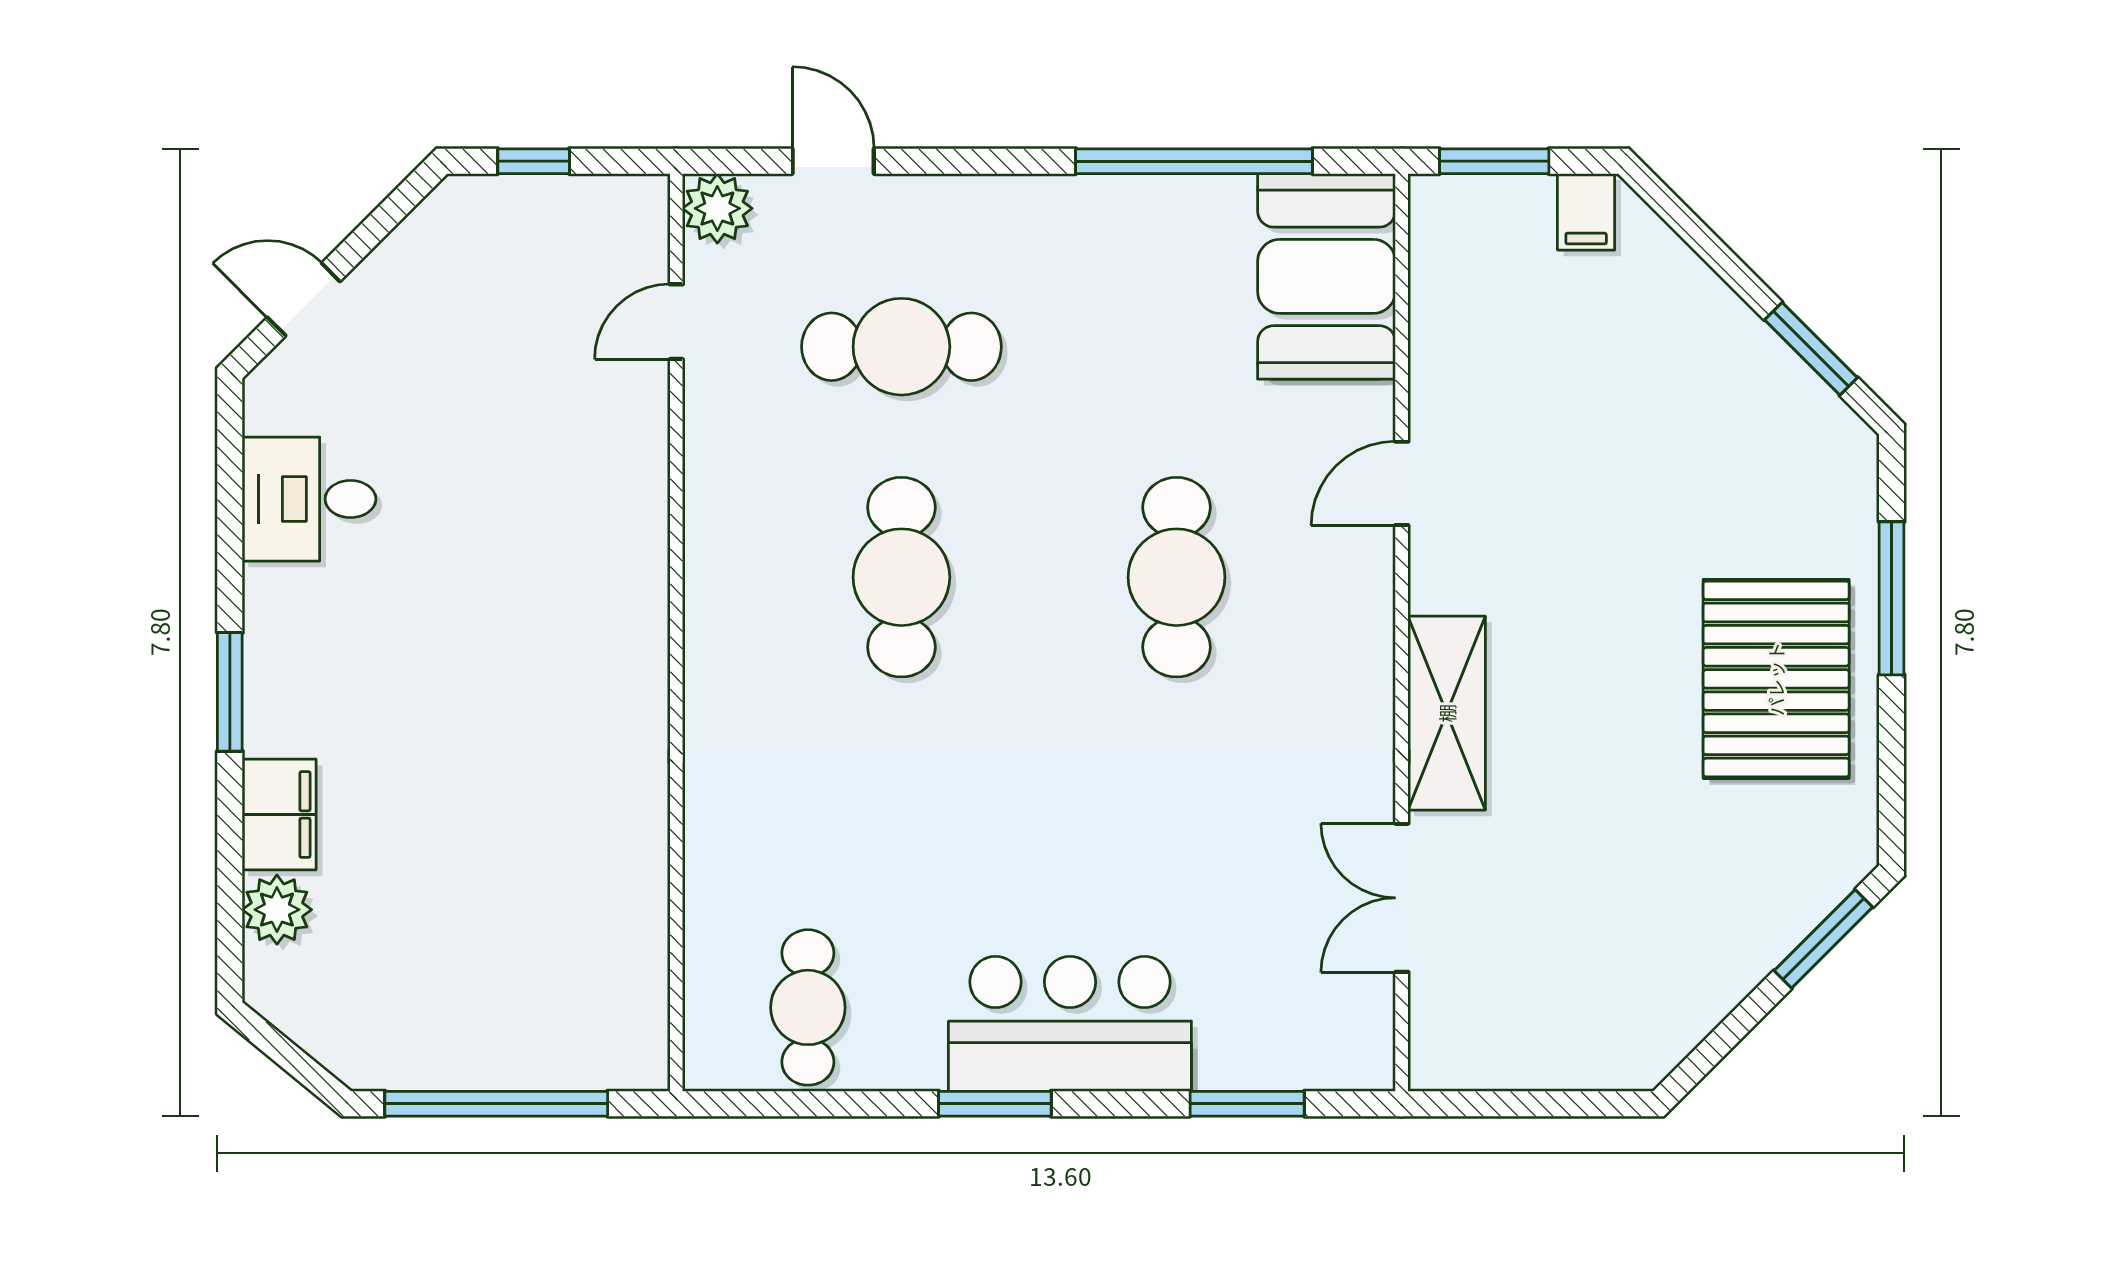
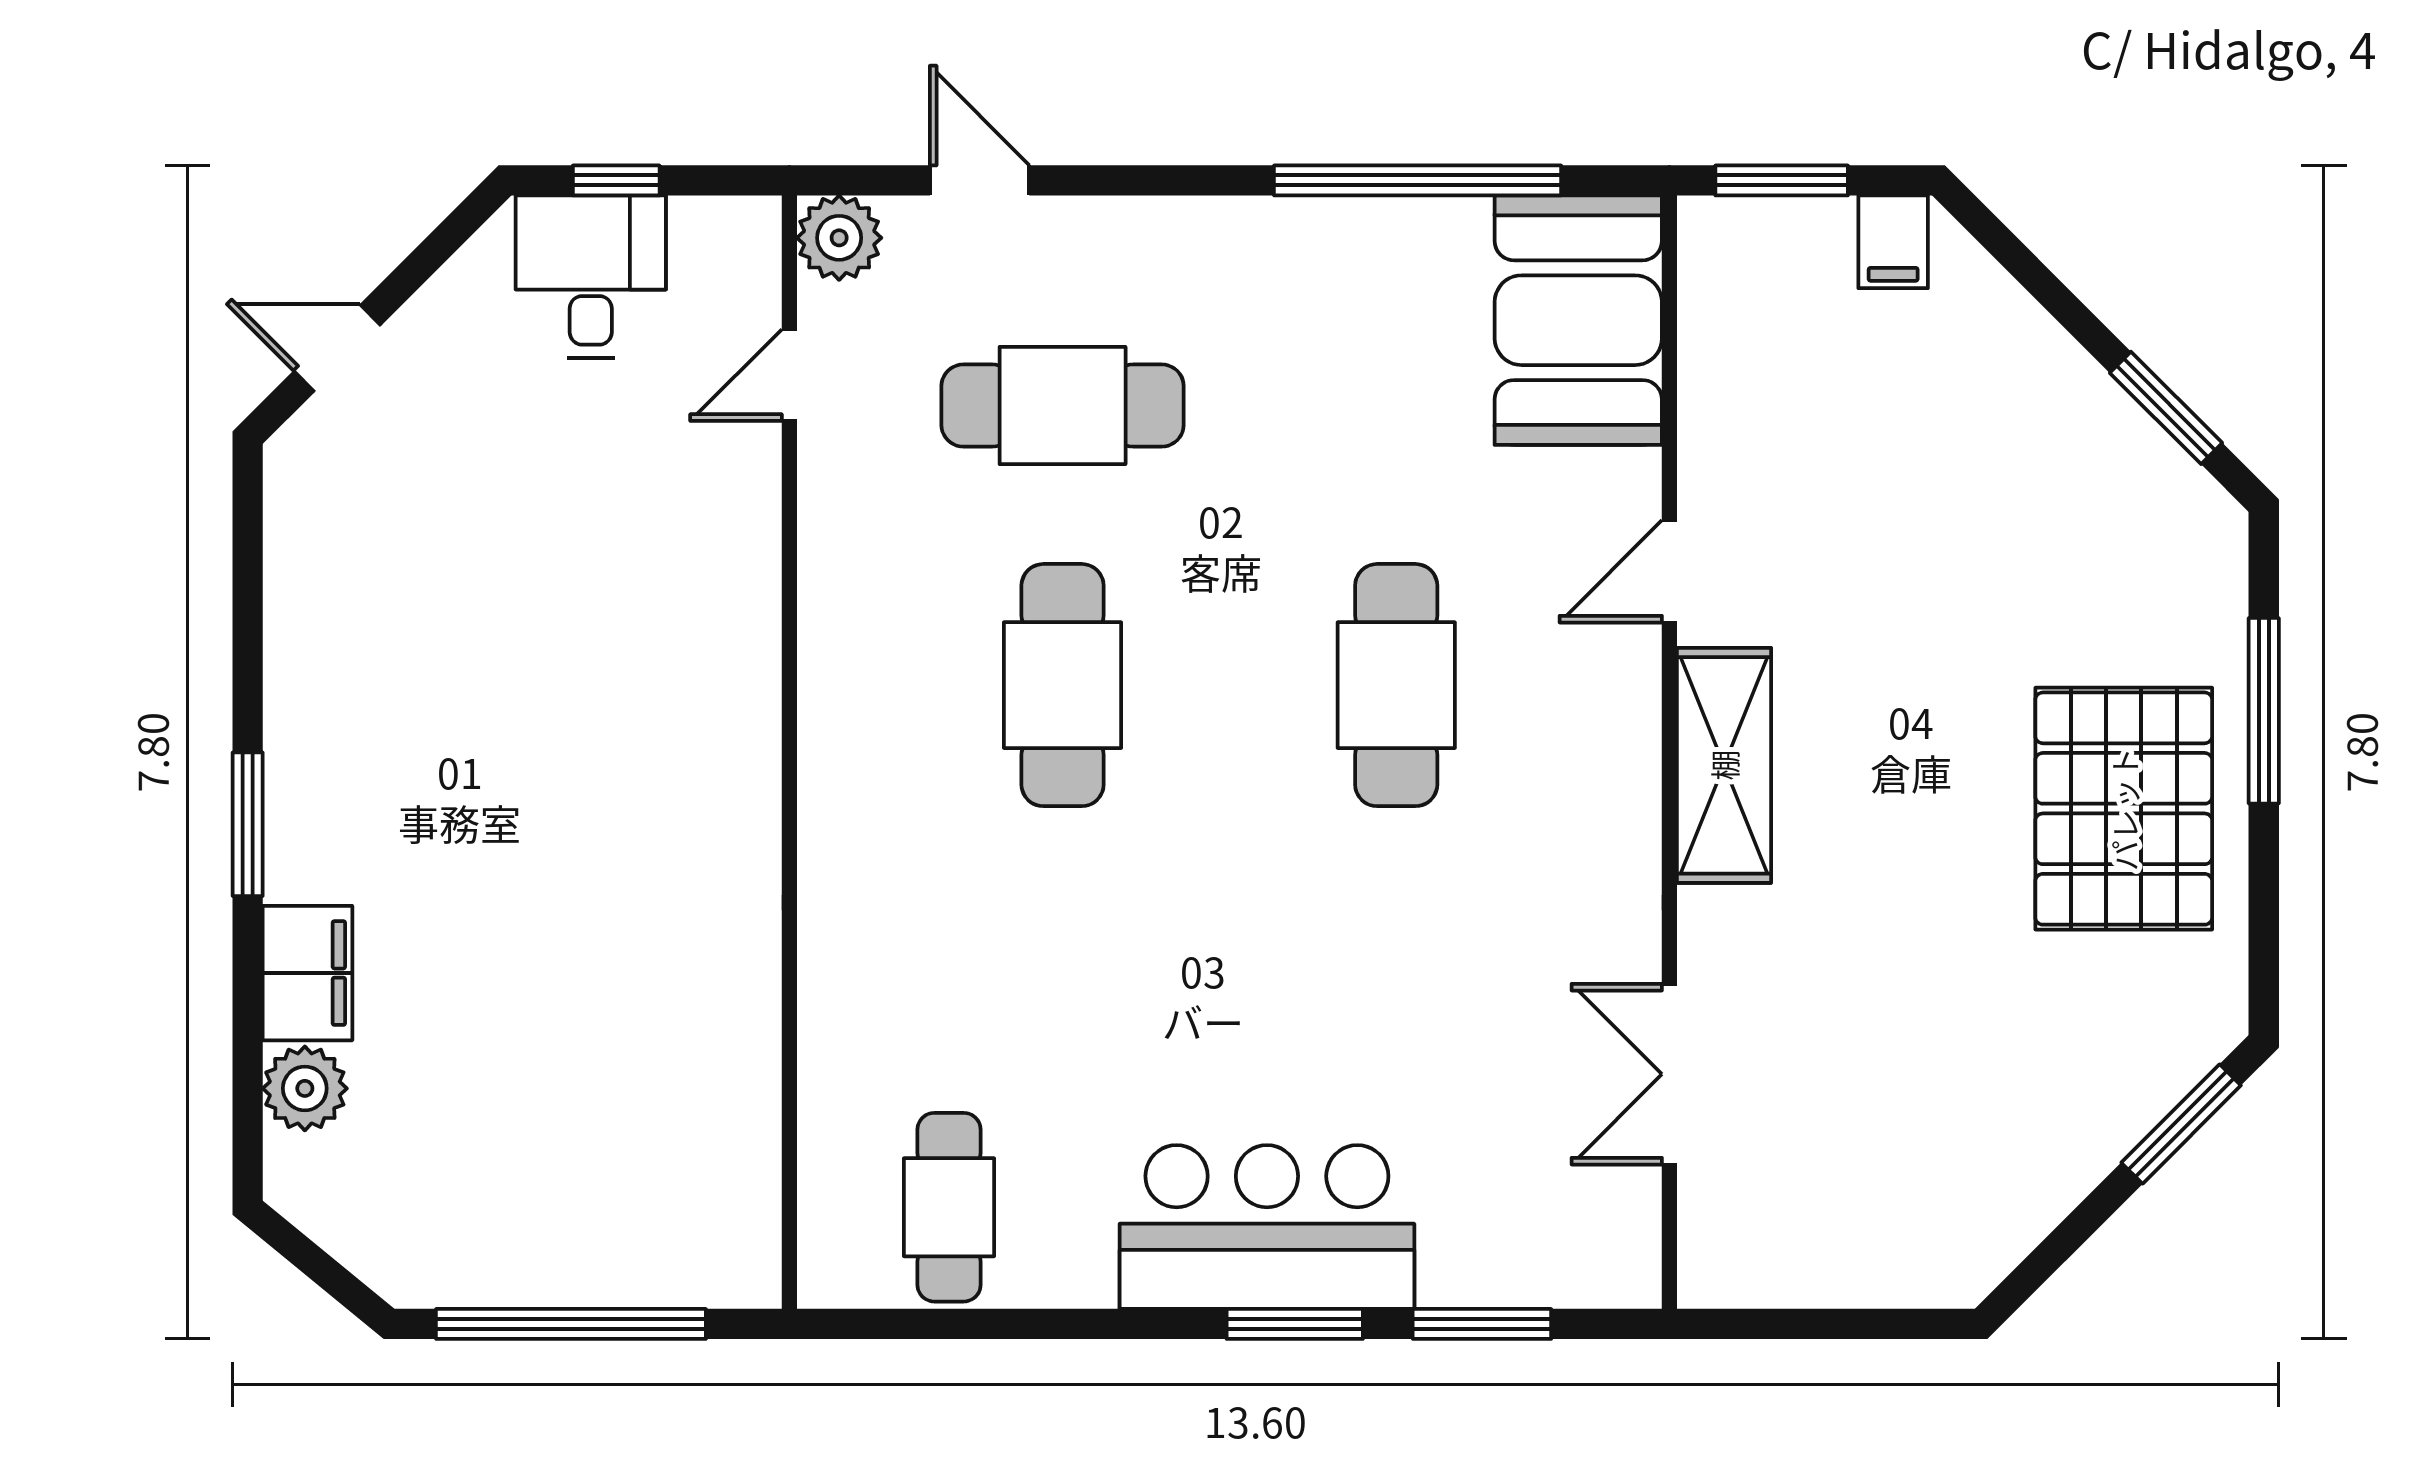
desk: (309, 499) -> (591, 277), moved, turned 90
shelving: (1447, 713) -> (1724, 765), moved
window: (995, 1104) -> (1295, 1324), moved

